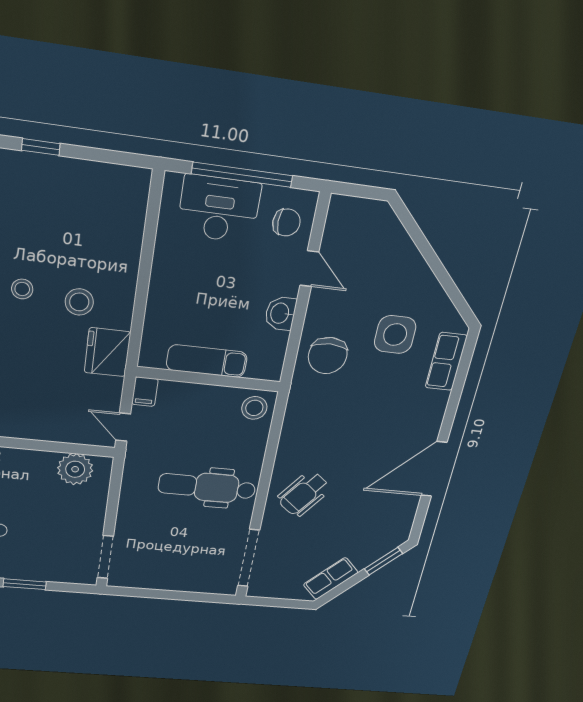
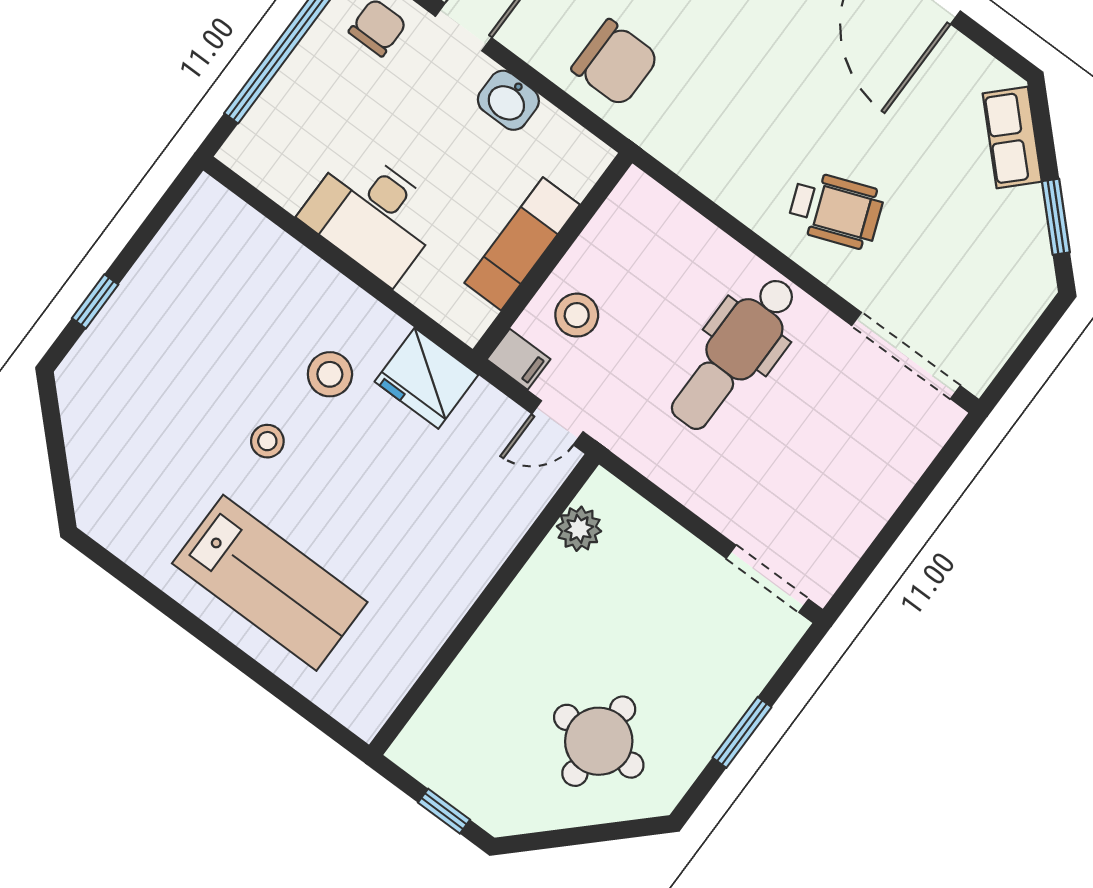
desk: (219, 209) -> (372, 215), moved, turned -90
stool: (254, 408) -> (577, 315), moved
plant: (75, 469) -> (579, 529), width x0.73, depth x0.73
wheelchair: (304, 494) -> (836, 210), turned -59
window: (383, 561) -> (1056, 217), moved
row of seats: (331, 579) -> (1012, 138), moved

